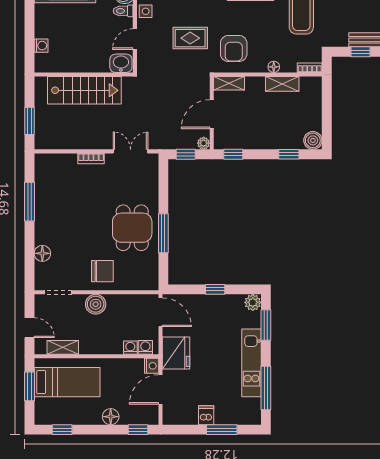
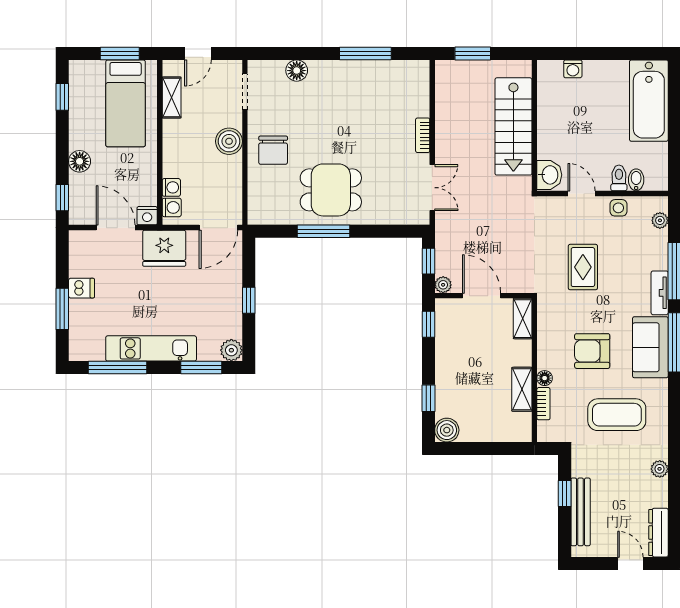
armchair: (234, 48) -> (592, 351), moved
bookcase: (310, 68) -> (543, 404), moved

